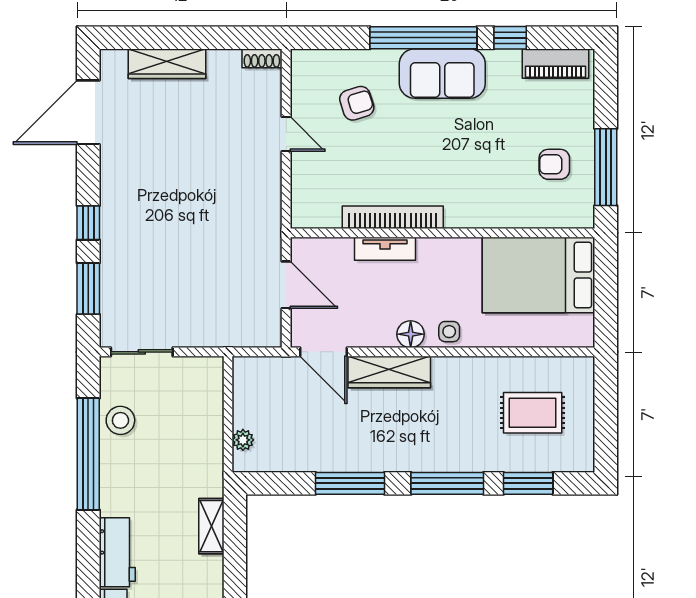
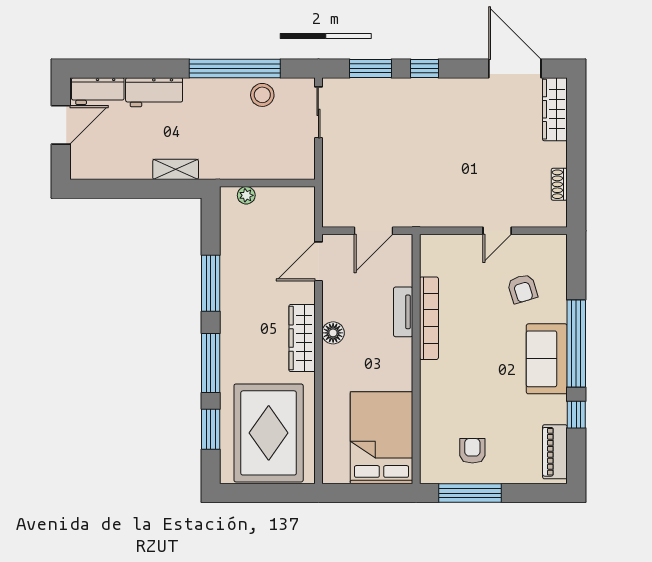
shoe rack: (262, 58) -> (559, 184), moved
wardrobe: (167, 64) -> (555, 109), moved
side table: (449, 332) -> (335, 365), removed
wardrobe: (389, 372) -> (302, 338), moved
rug: (533, 413) -> (269, 433), width x1.86, depth x2.06

